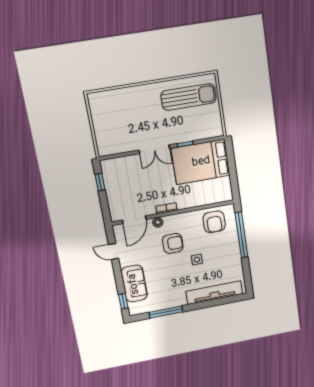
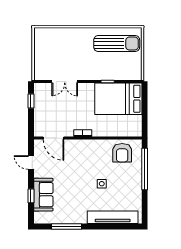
double door: (154, 149) -> (65, 82), moved
door: (134, 220) -> (54, 138), hinge flipped
plant: (158, 222) -> (73, 144), removed
armchair: (173, 243) -> (83, 165), removed
window: (123, 301) -> (31, 196), moved

